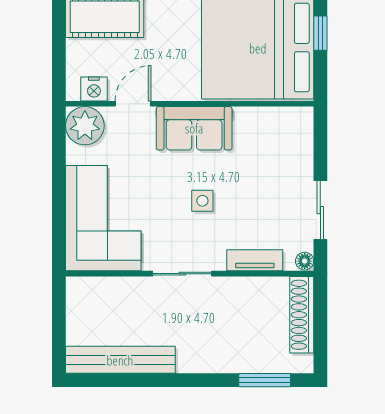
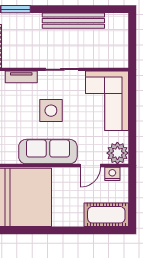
sofa: (194, 128) -> (48, 152), width x1.36
side table: (202, 201) -> (51, 111), width x1.87, depth x1.87
bench: (120, 360) -> (73, 21), moved

